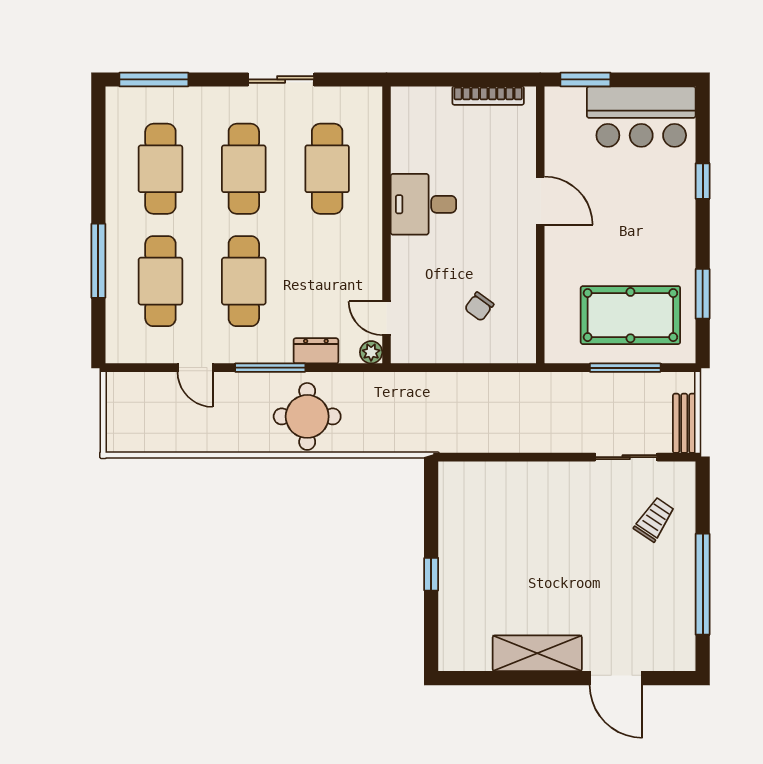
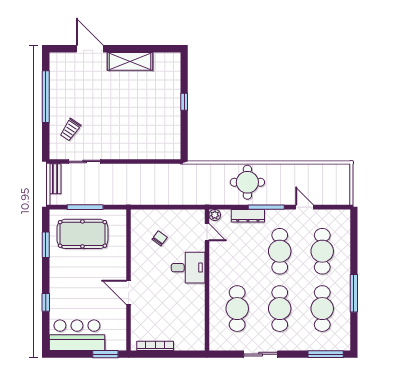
desk: (423, 204) -> (188, 268), moved
window: (98, 261) -> (354, 293), moved
dresser: (316, 351) -> (248, 216), width x1.44

